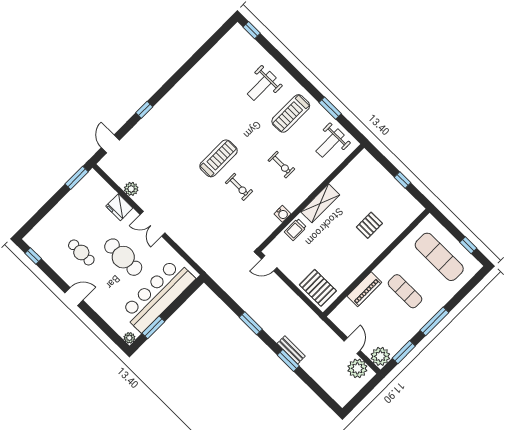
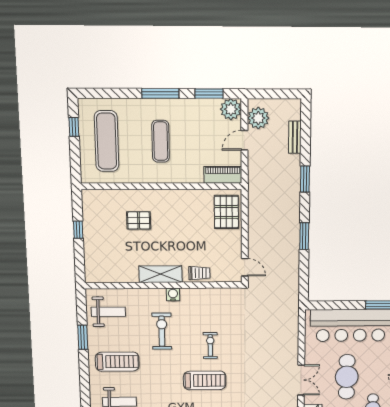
treadmill: (218, 158) -> (205, 380), turned 180
exercise bike: (281, 165) -> (162, 331), width x1.38, depth x1.39
water cooler: (282, 214) -> (173, 294), moved
piano: (364, 289) -> (223, 175), moved
bench: (291, 350) -> (295, 137), moved

